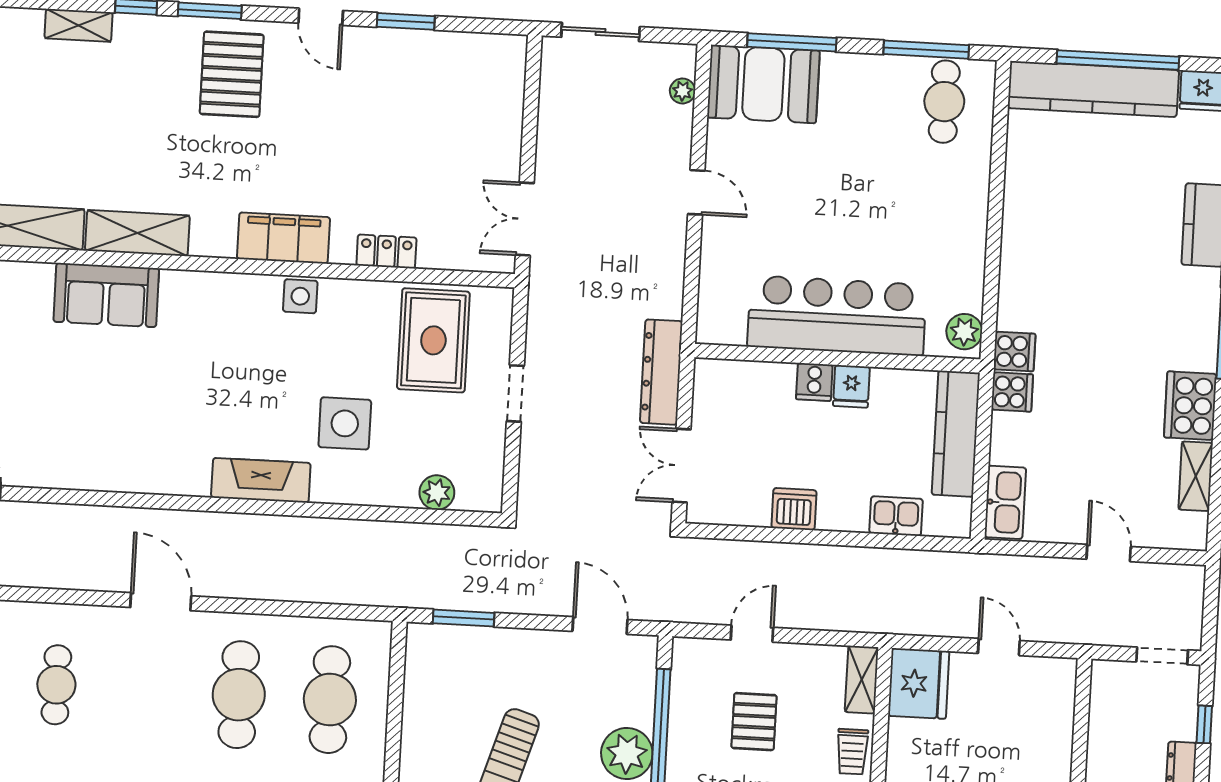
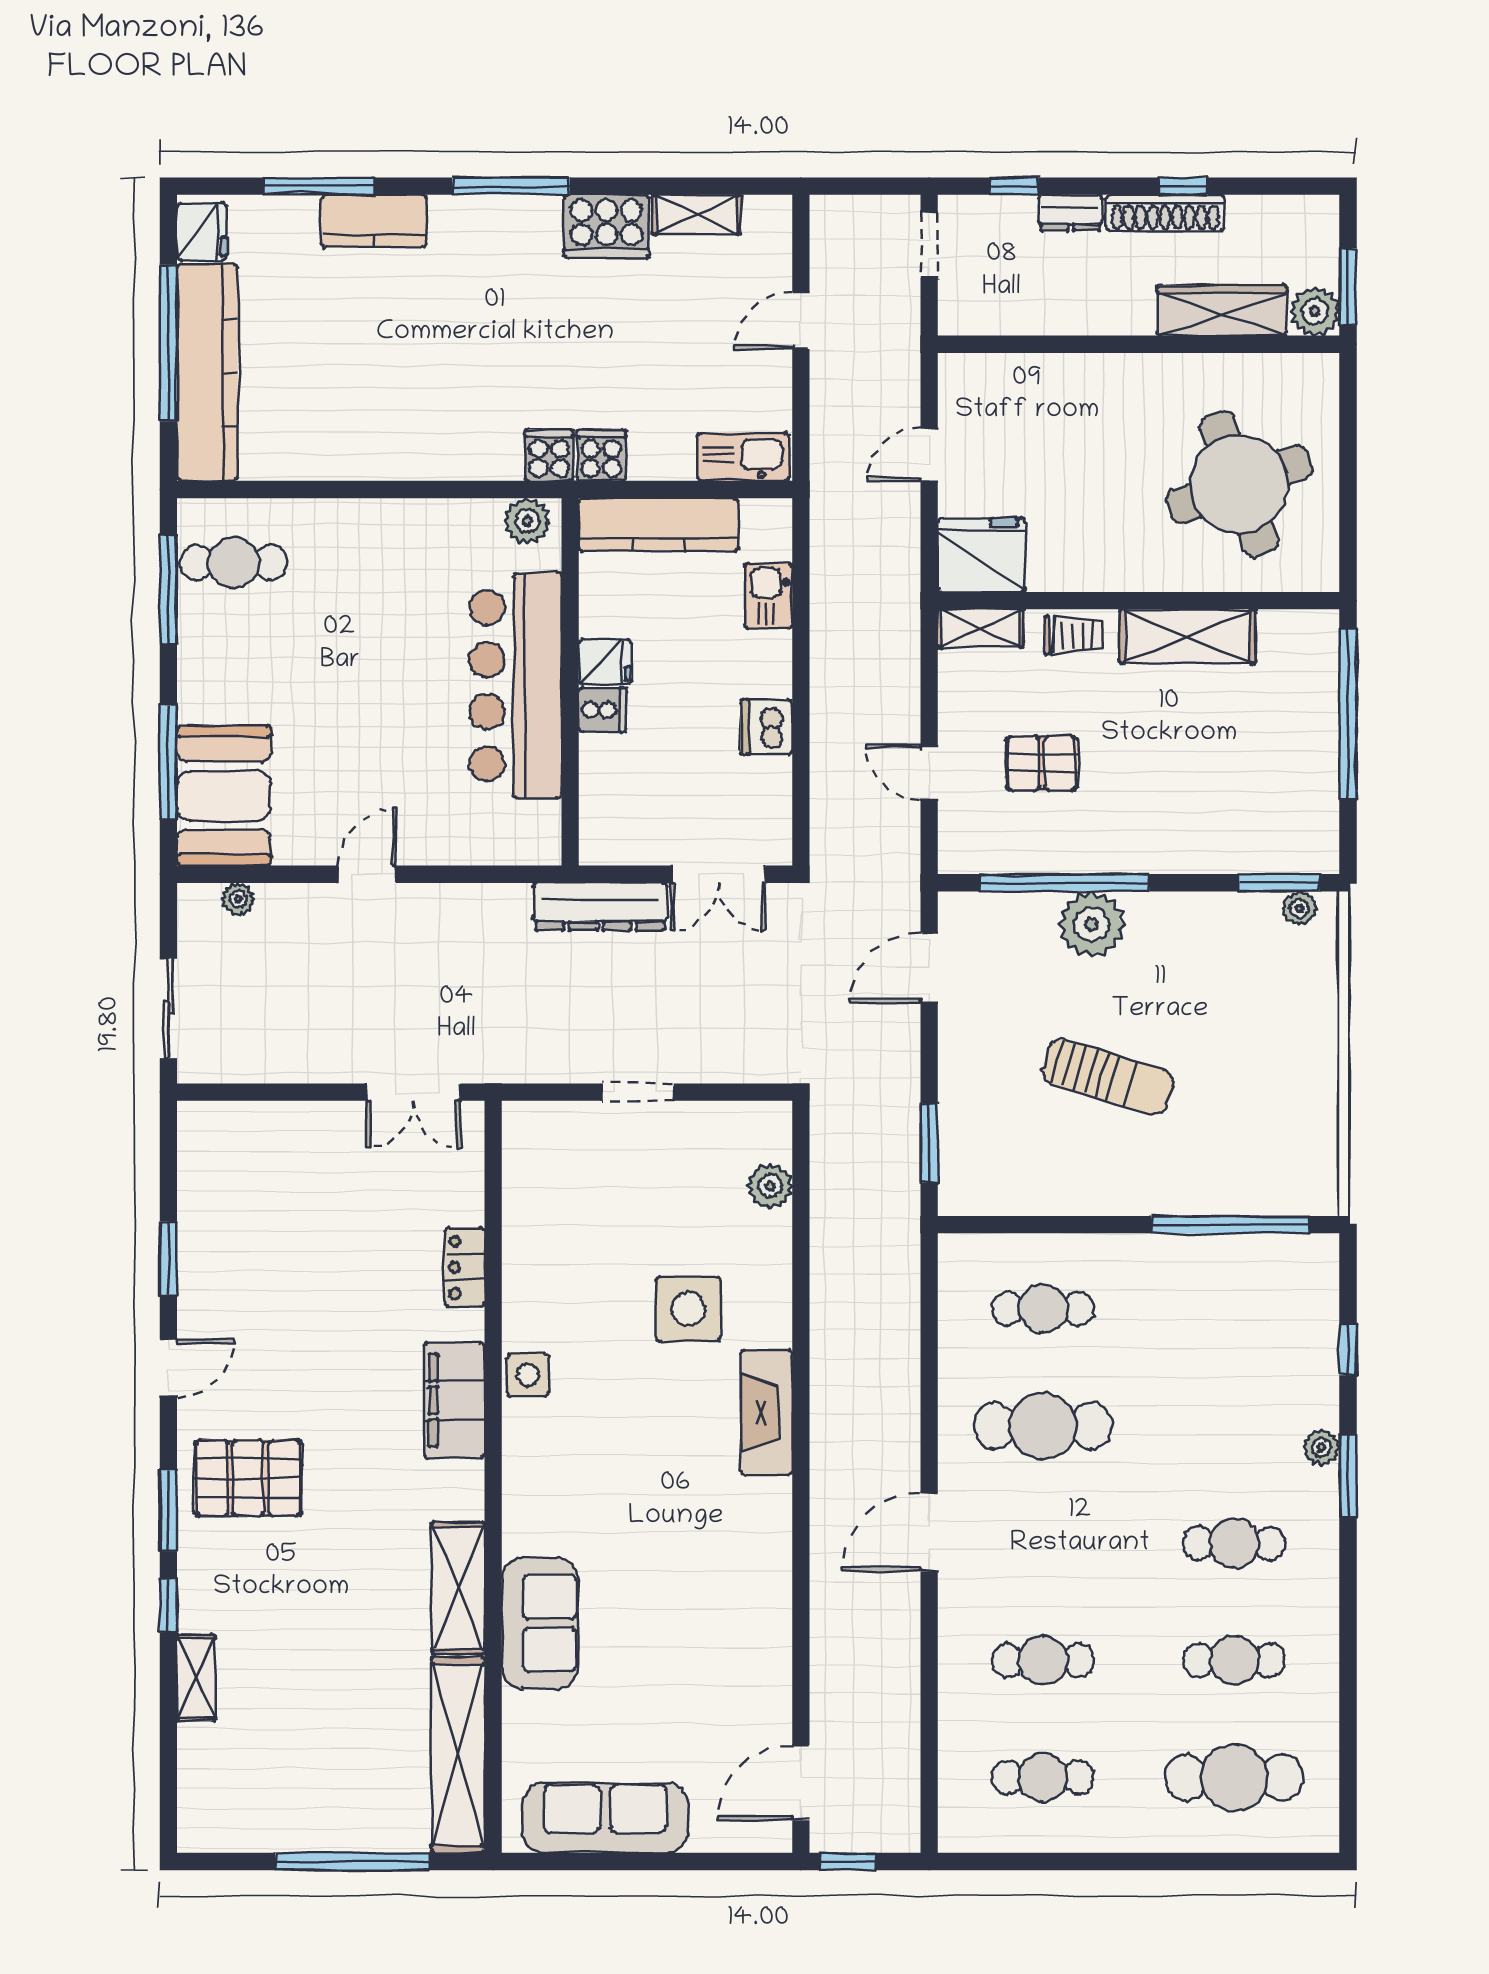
rug: (433, 340) -> (575, 1201), removed
cafe table: (330, 700) -> (1043, 1309), width x0.73, depth x0.74

